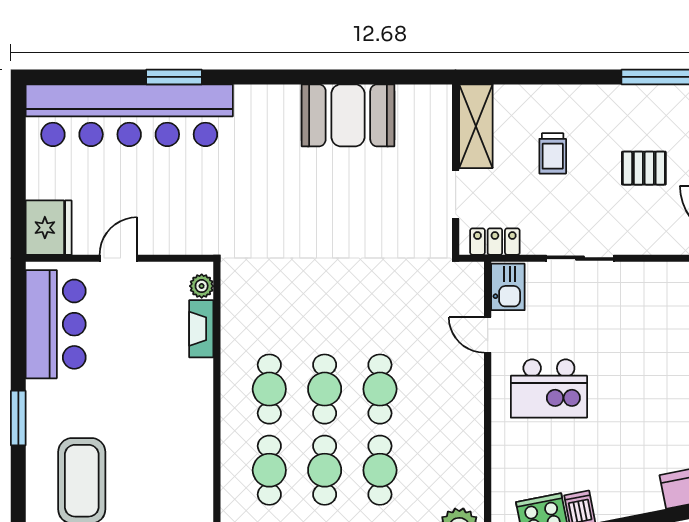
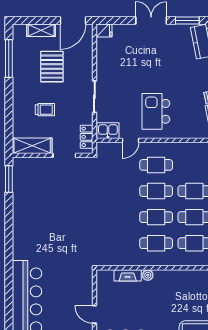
window: (174, 77) -> (9, 179), moved
booth: (348, 115) -> (27, 206), removed
pallet: (644, 168) -> (52, 67), width x1.50, depth x1.42
plant: (202, 286) -> (148, 275), moved
cafe table: (435, 389) -> (156, 165), added
kitchen island: (549, 389) -> (156, 111), turned 180

